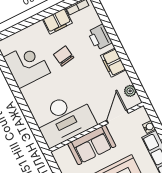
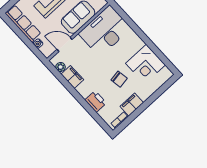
filing cabinet: (113, 63) -> (72, 77), moved
door: (117, 117) -> (65, 44), swing flipped

